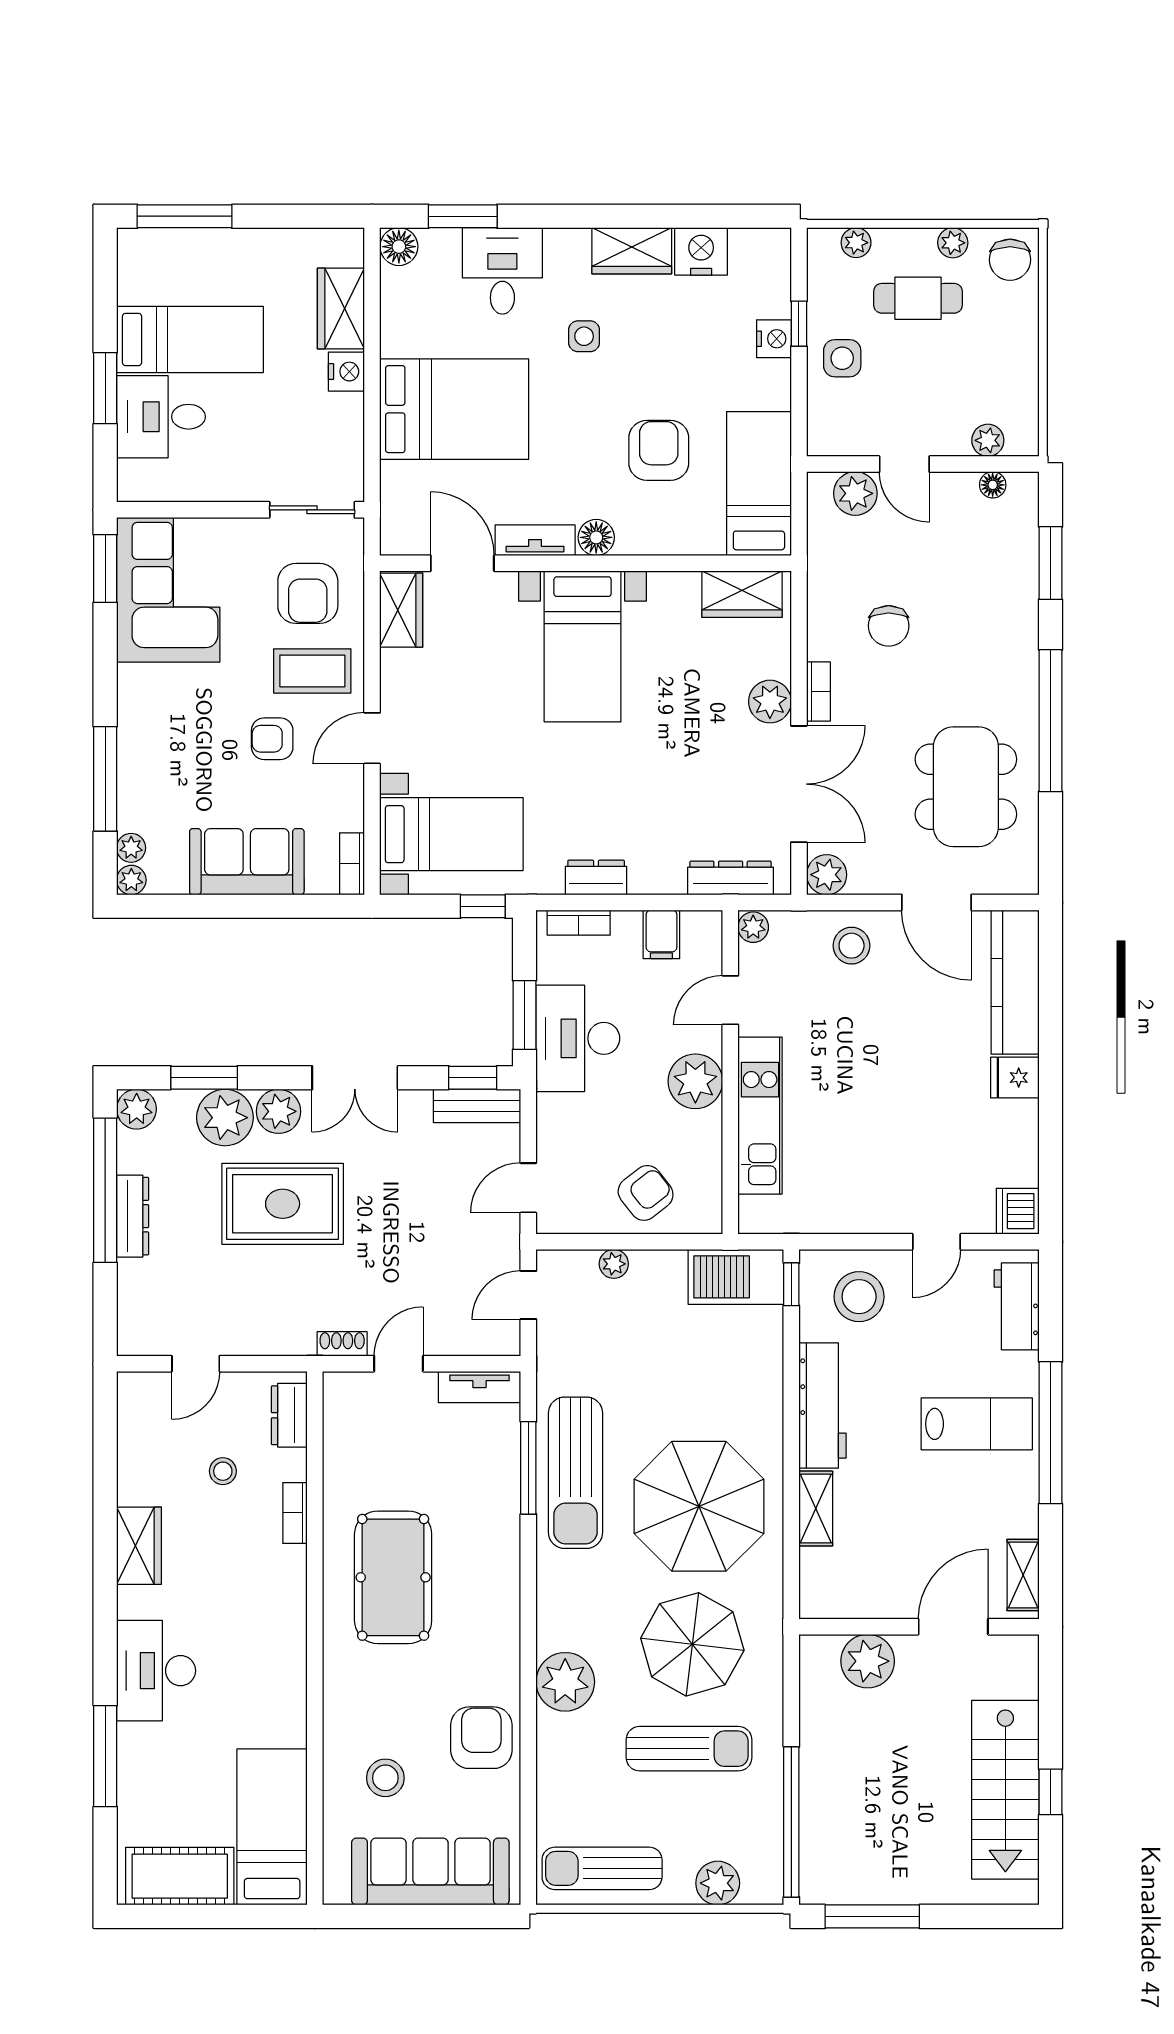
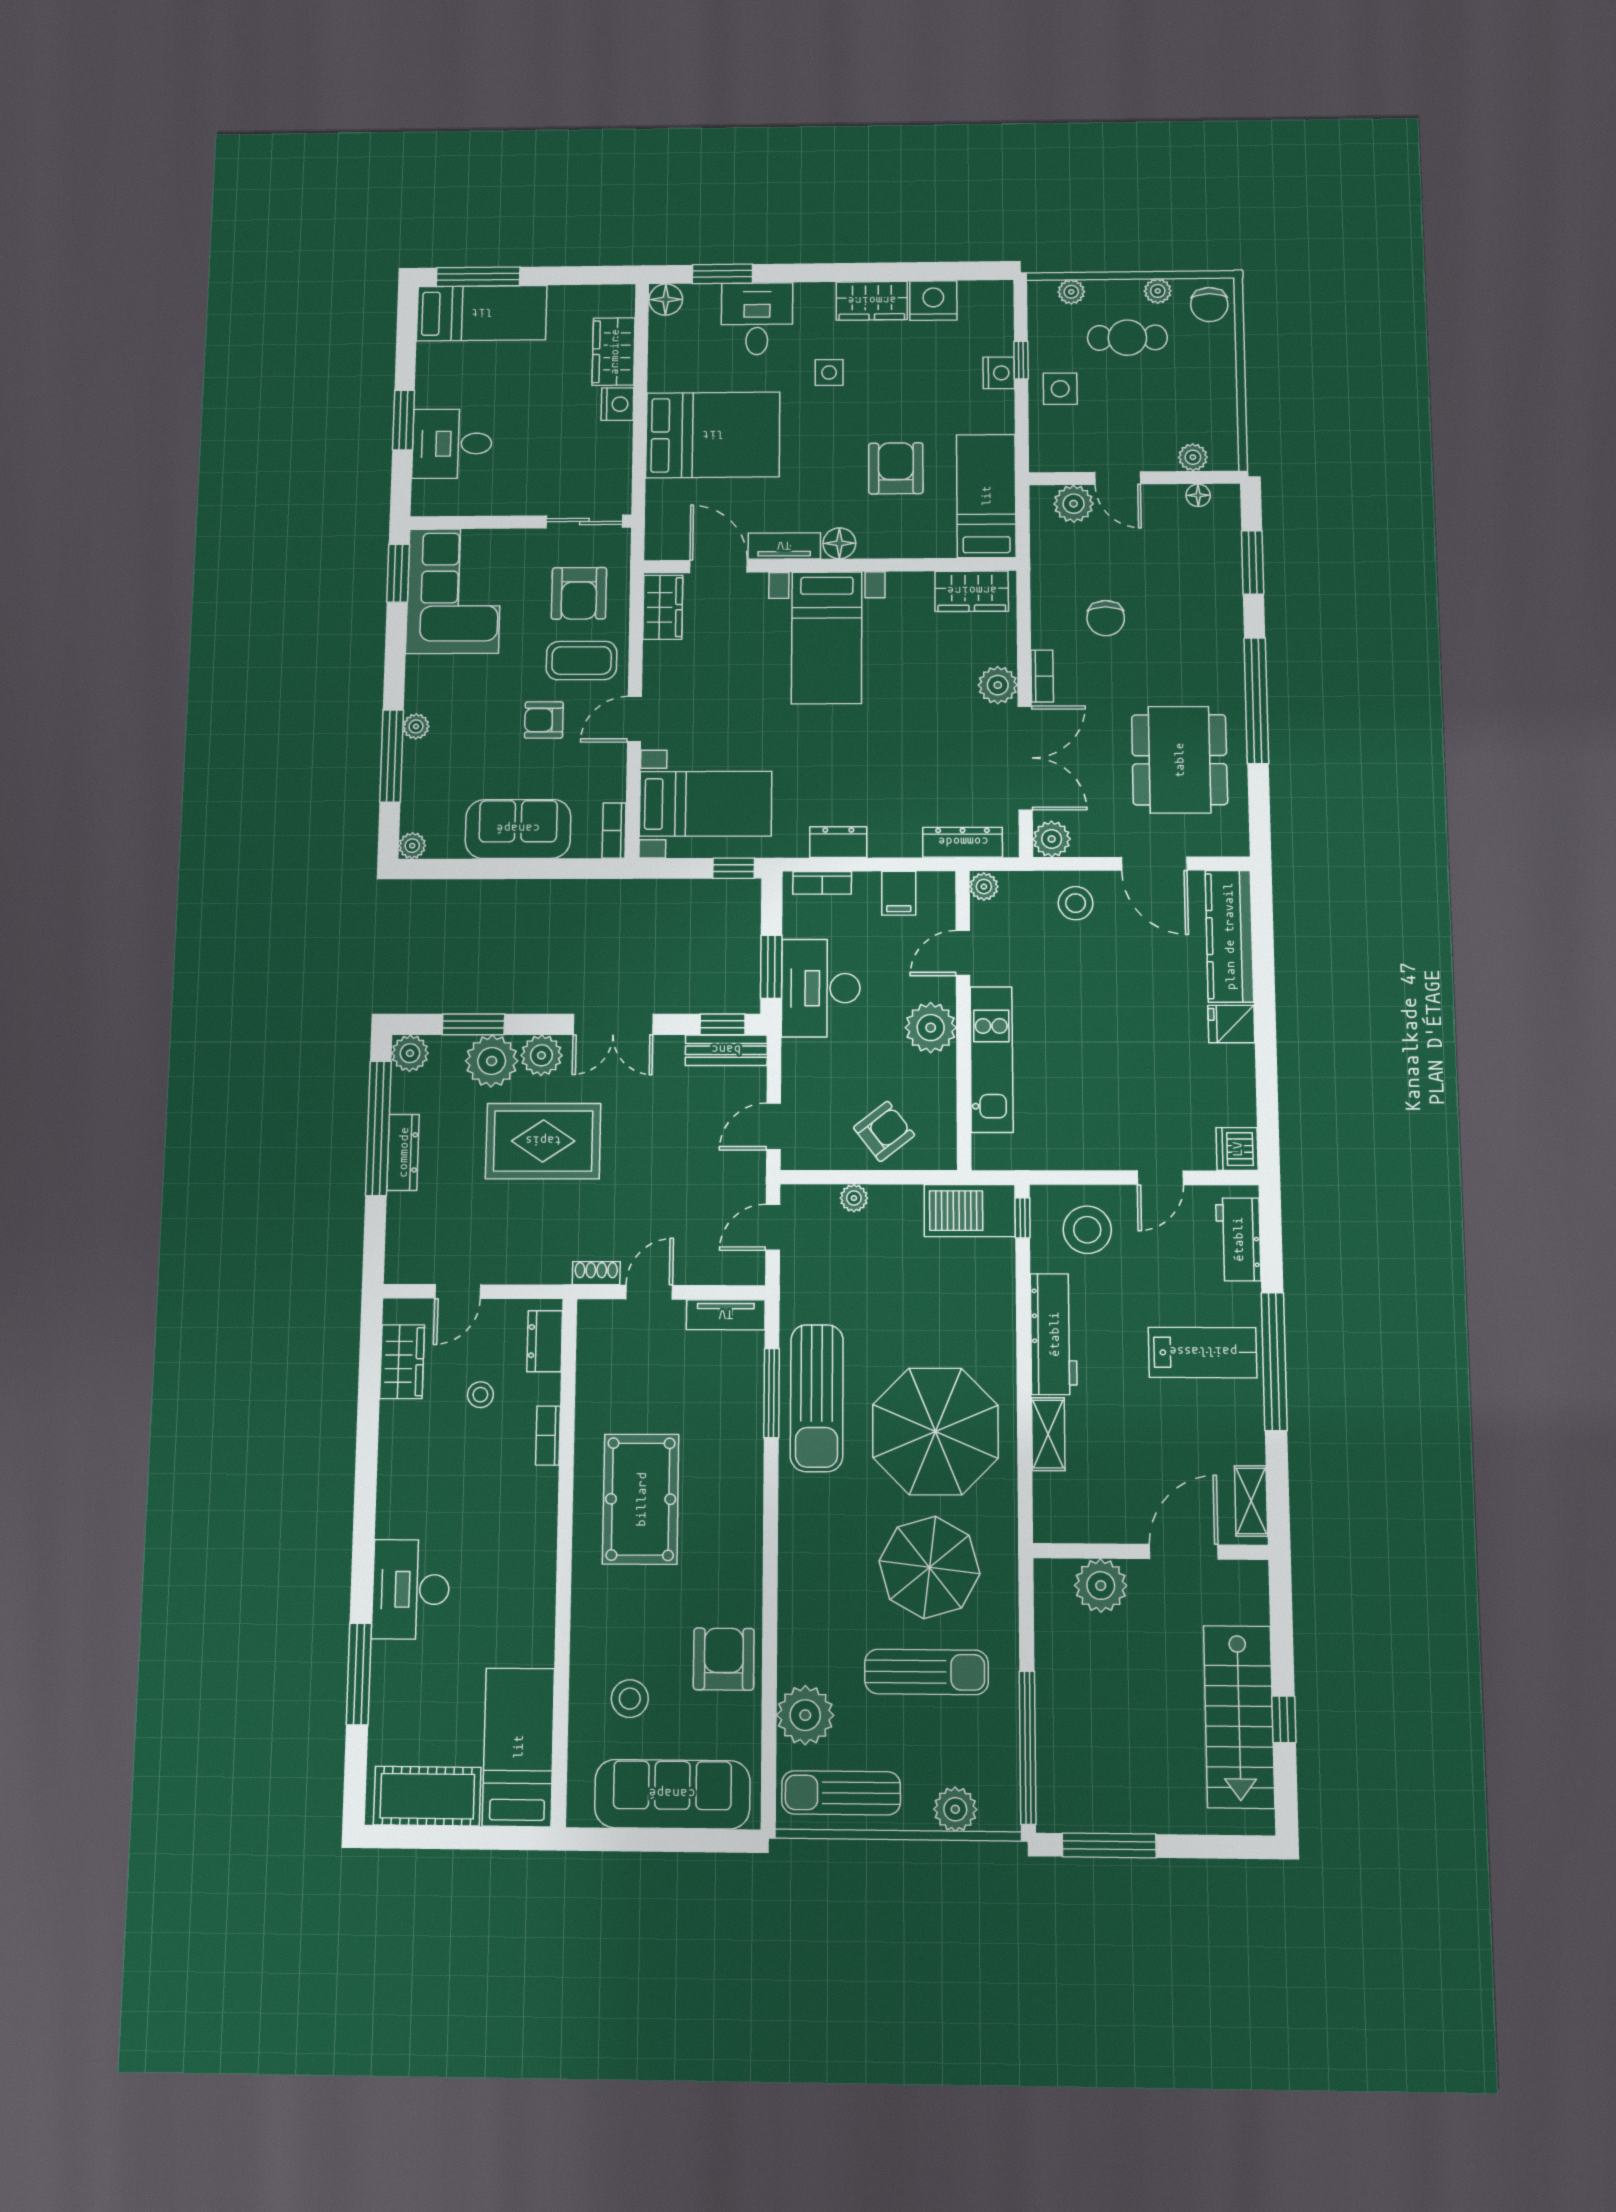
bed: (190, 339) -> (482, 313), moved
plant: (131, 848) -> (416, 726), moved
wardrobe: (139, 1546) -> (402, 1362), moved
plant: (565, 1682) -> (805, 1715), moved

